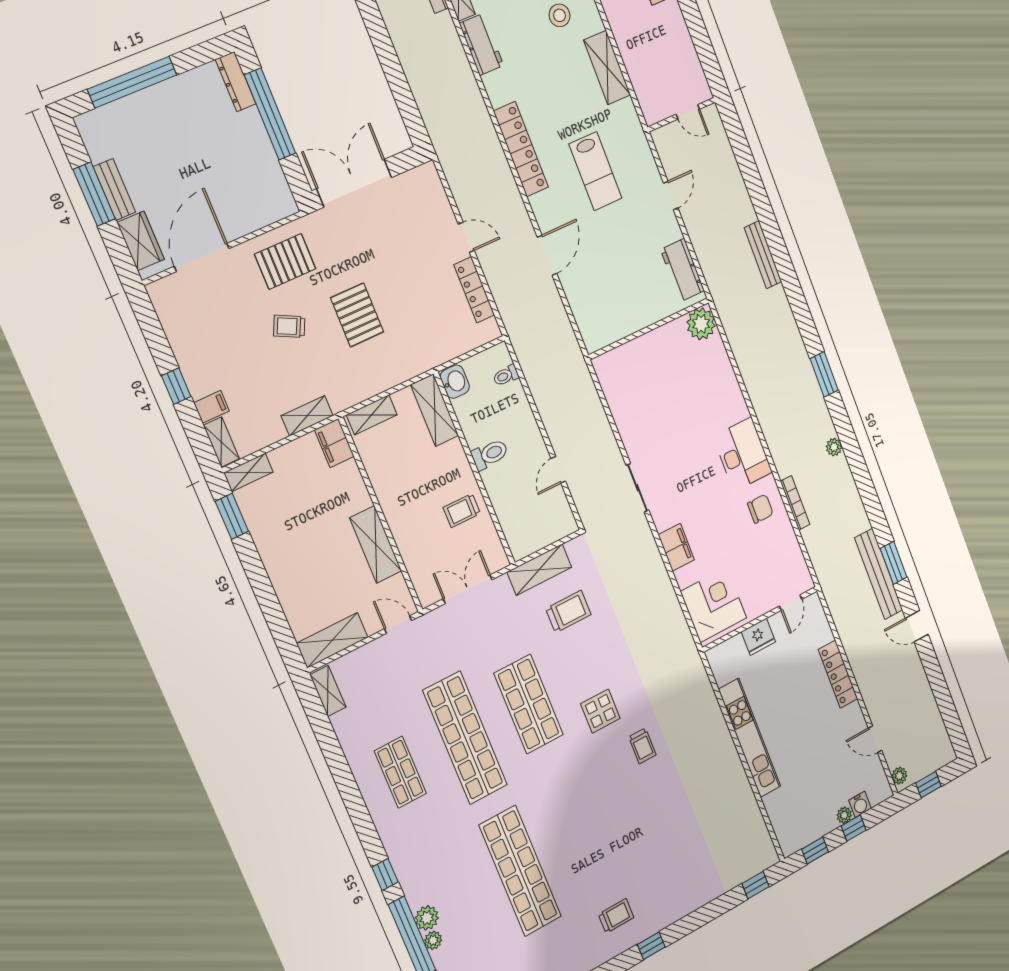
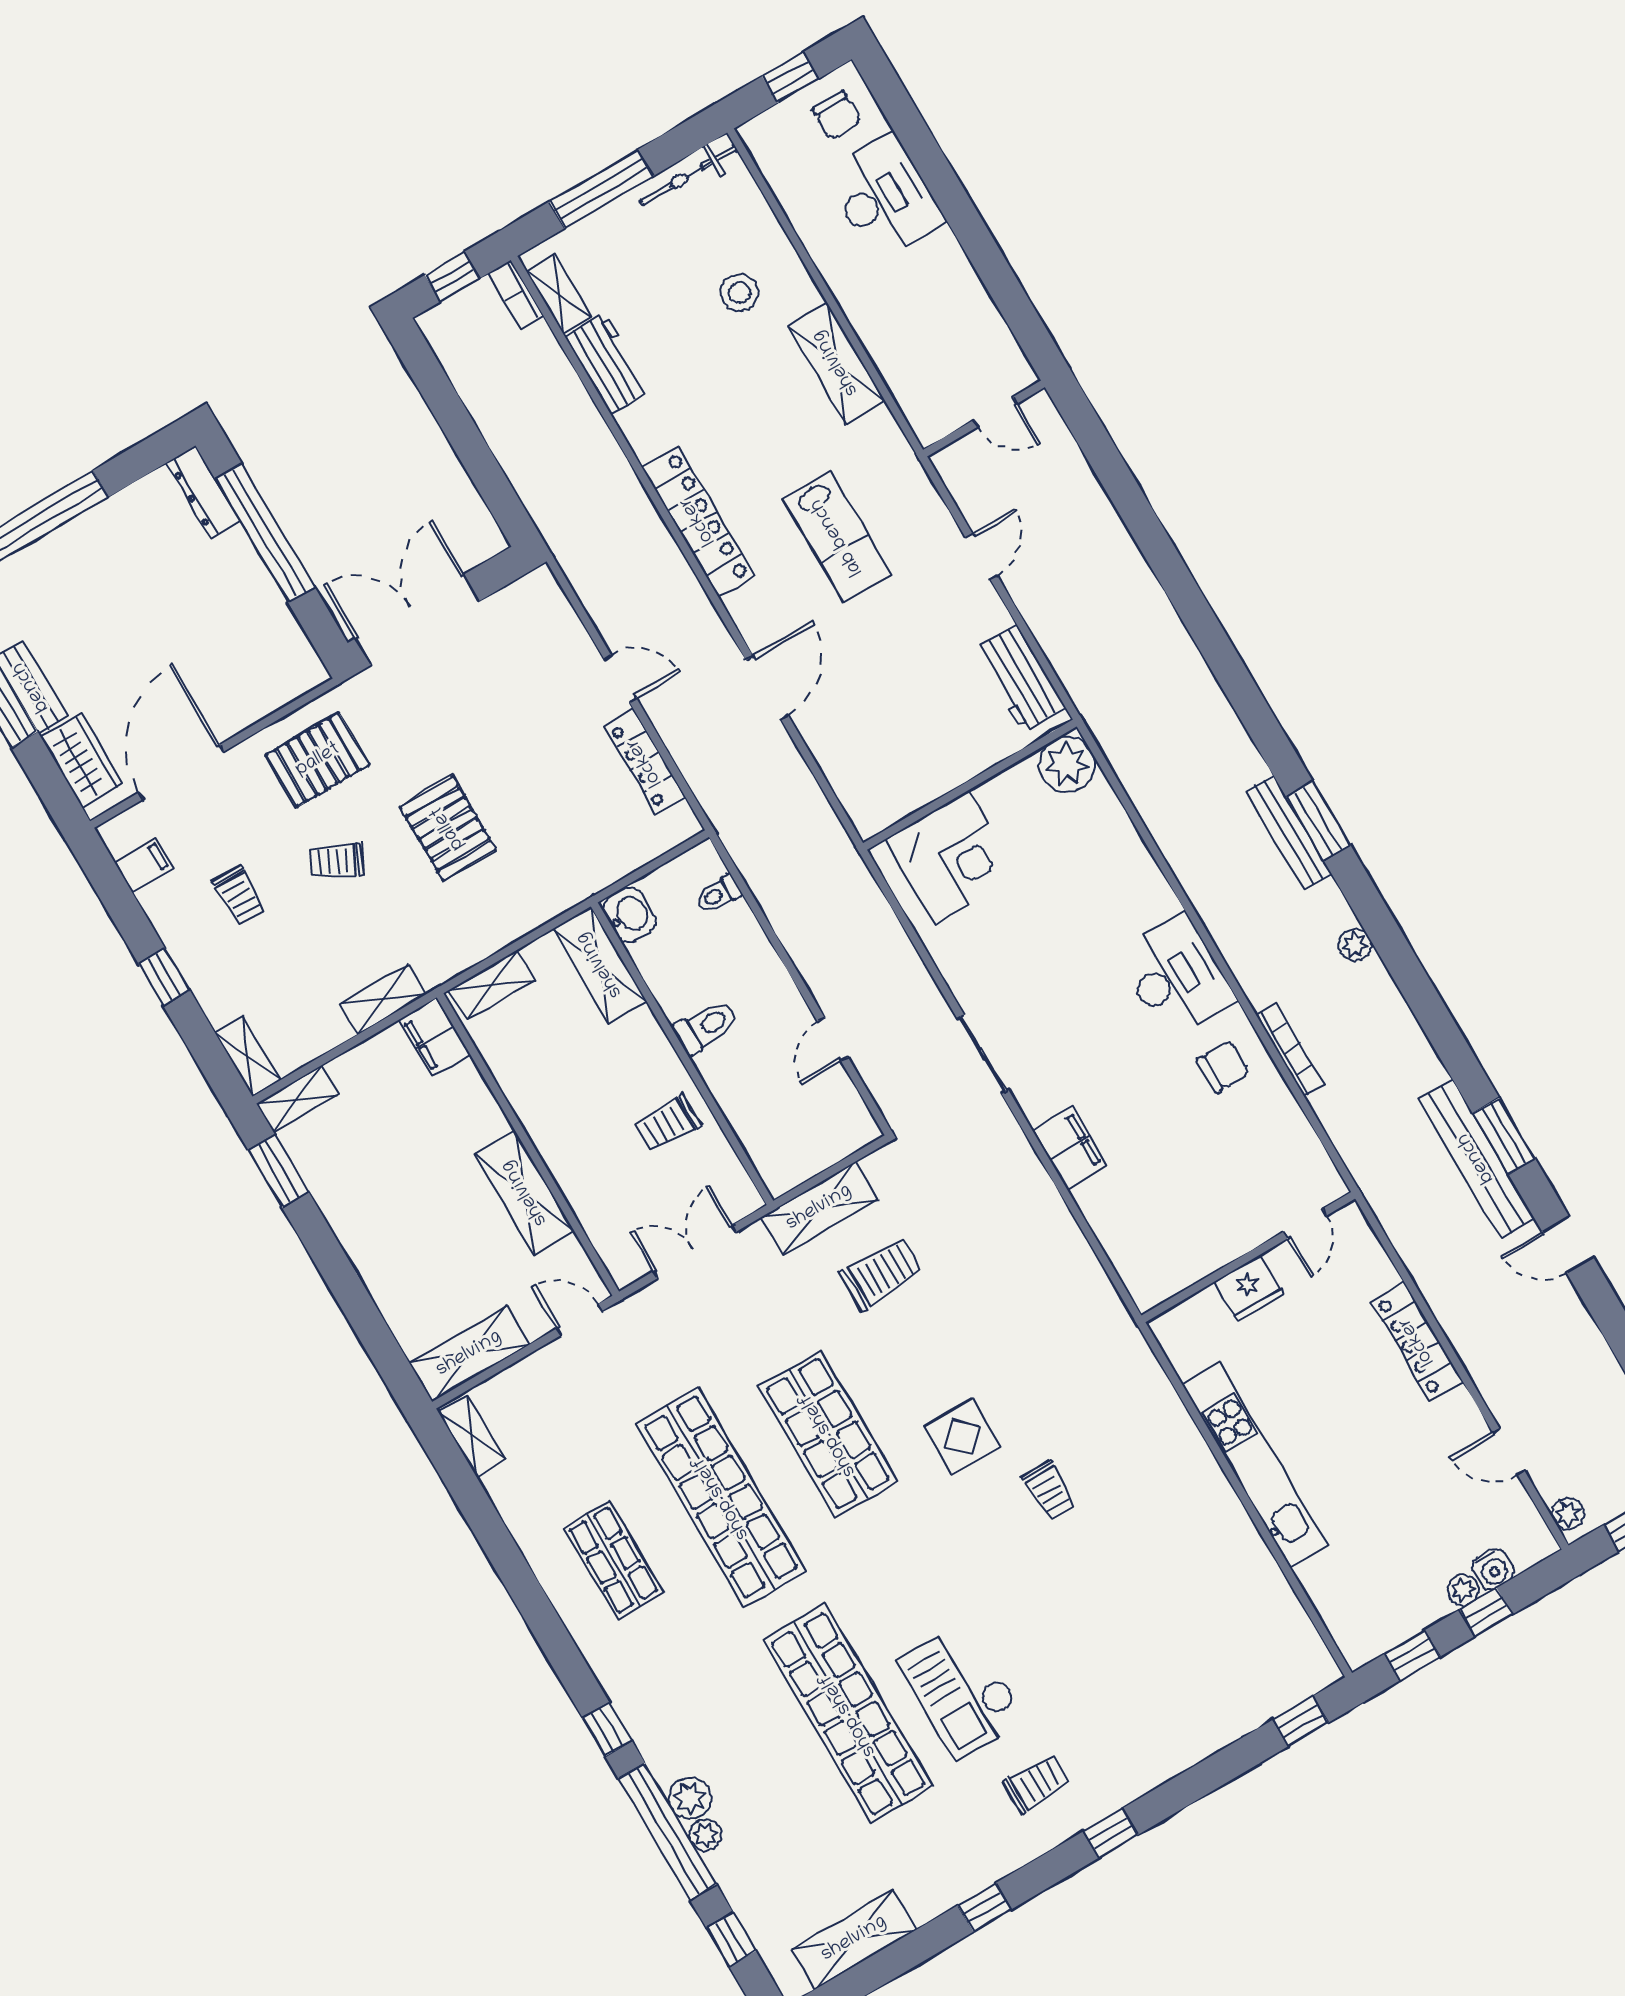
bench: (763, 255) -> (1289, 832), moved
trolley: (228, 340) -> (239, 896), added
filing cabinet: (212, 407) -> (144, 865), moved
corner desk: (713, 605) -> (952, 857), moved, turned 90
checkout: (583, 860) -> (962, 1690), added

